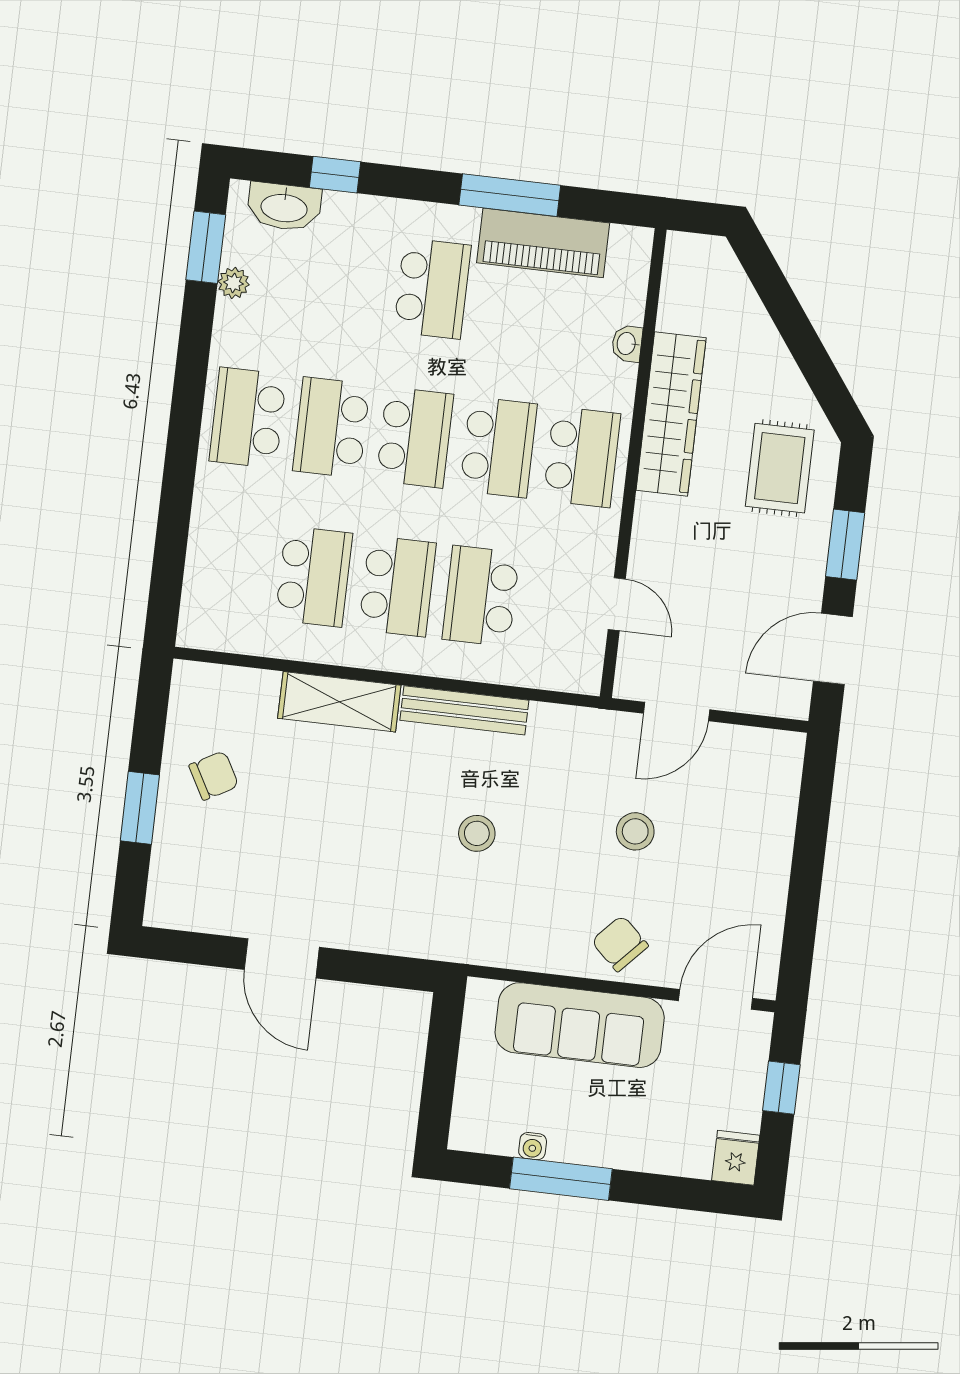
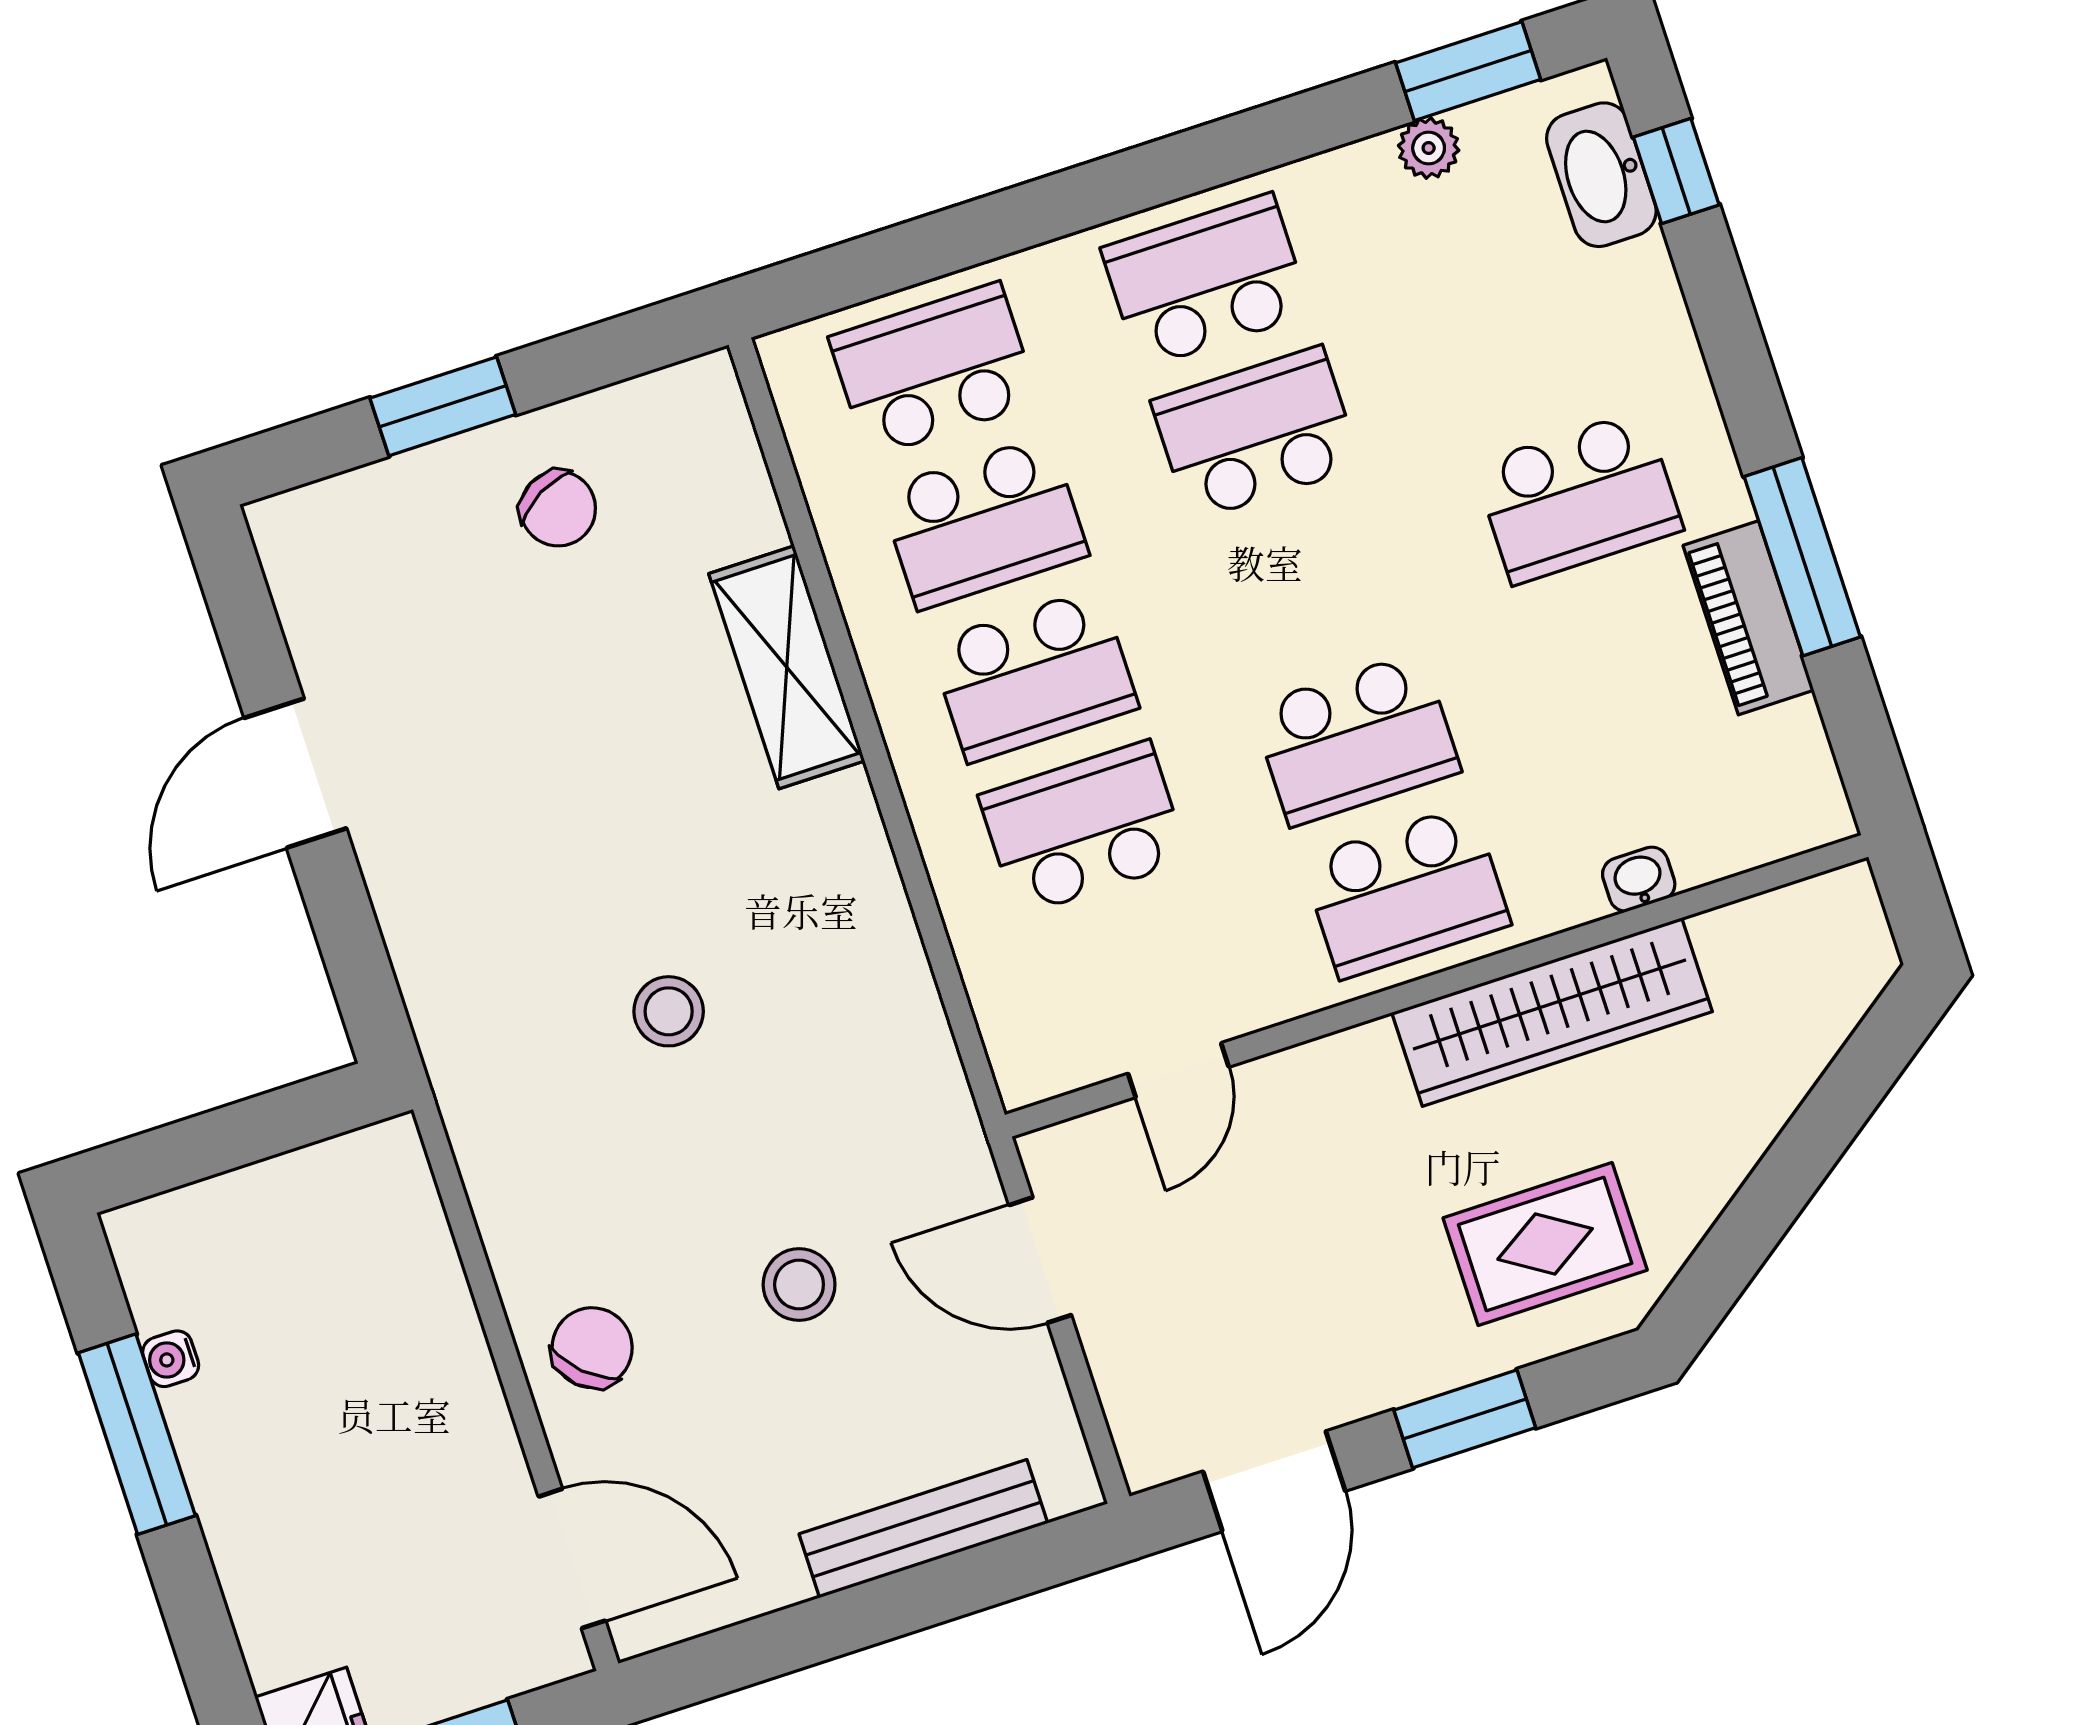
window: (335, 175) -> (1676, 171), moved
piano: (543, 243) -> (1748, 618), width x0.73, depth x0.75
school desk: (415, 437) -> (934, 370), moved, turned 180
door: (833, 649) -> (1274, 1481), swing flipped
bench: (464, 710) -> (923, 1529), moved, turned 90
sofa: (580, 1025) -> (418, 1343), removed

